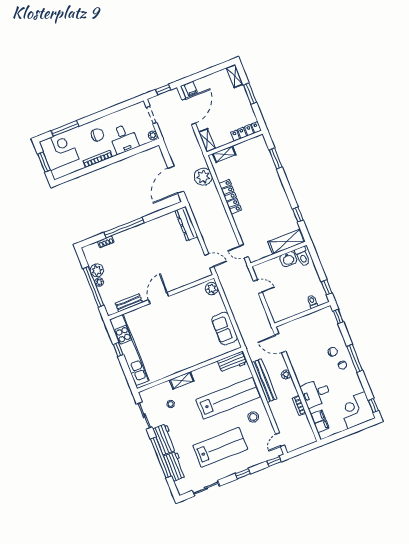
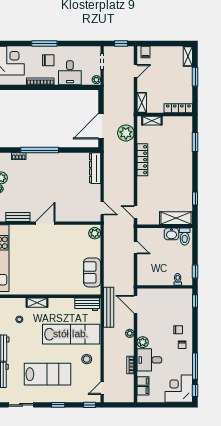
door: (189, 111) -> (136, 71), width x0.53
window: (65, 129) -> (44, 44), moved
window: (355, 358) -> (195, 366), moved
plant: (302, 378) -> (143, 342), added
bench: (264, 381) -> (109, 307), moved

